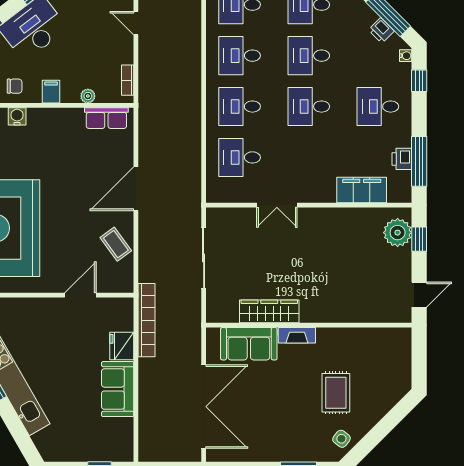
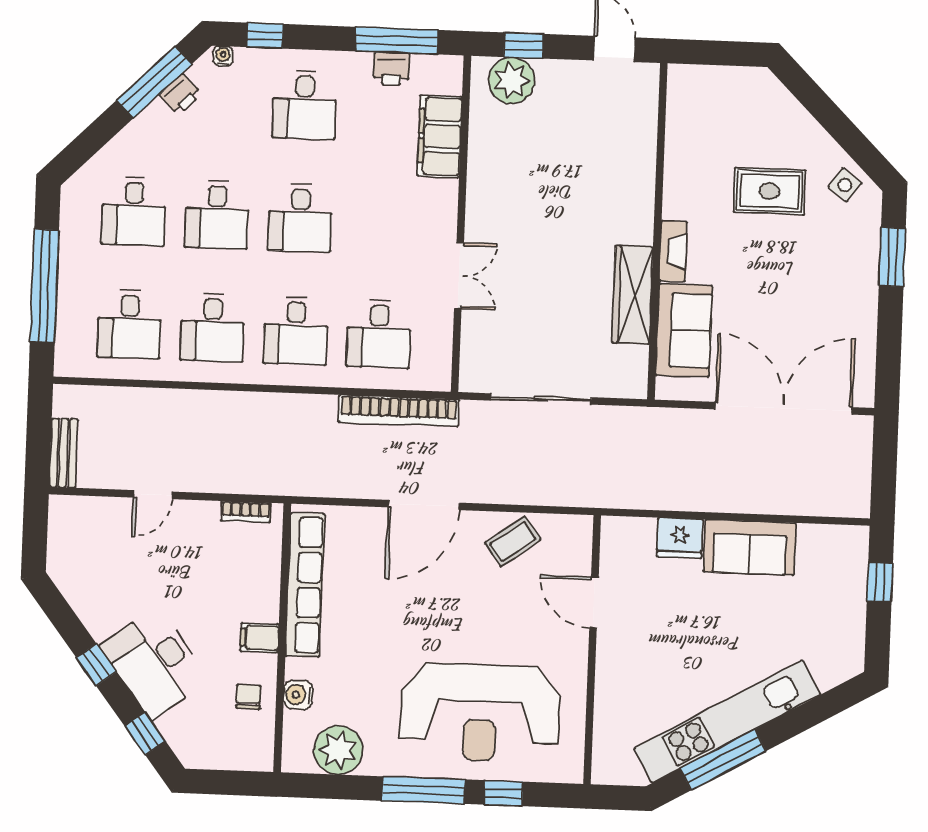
plant: (88, 96) -> (269, 578), removed
row of seats: (106, 118) -> (305, 585), width x2.02
door: (136, 189) -> (424, 505), hinge flipped
bookcase: (147, 320) -> (399, 411), moved, turned 180

